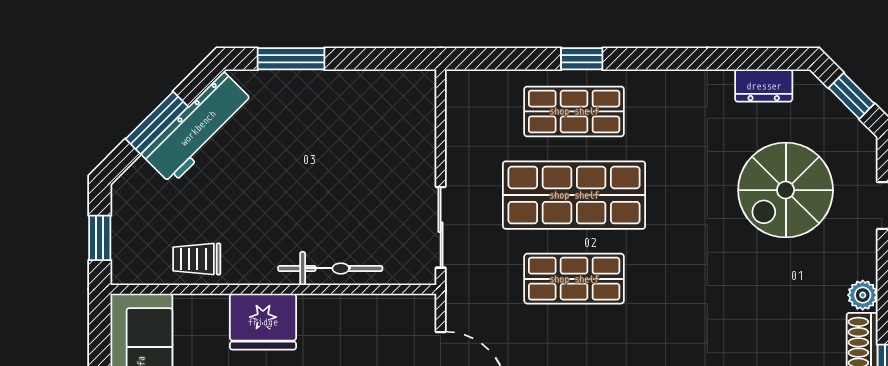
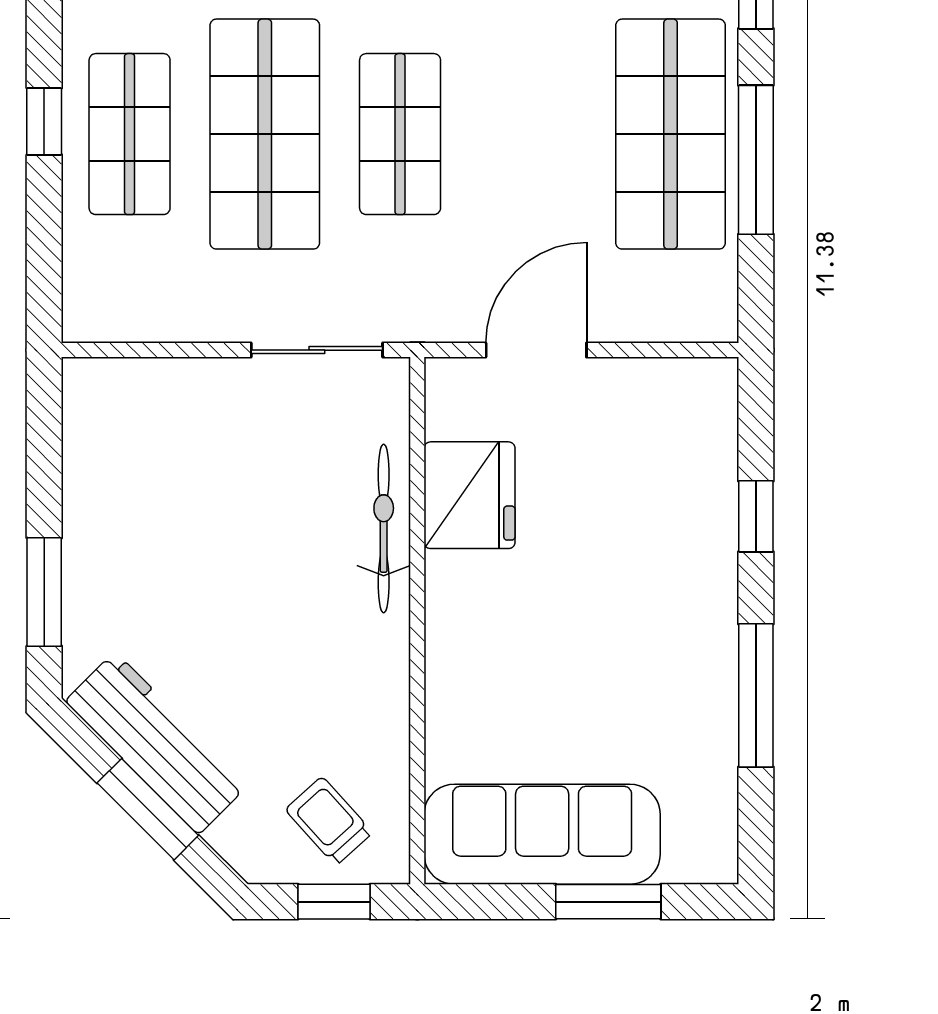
trolley: (197, 259) -> (329, 821), moved, turned 138
fridge: (263, 322) -> (470, 495), moved

